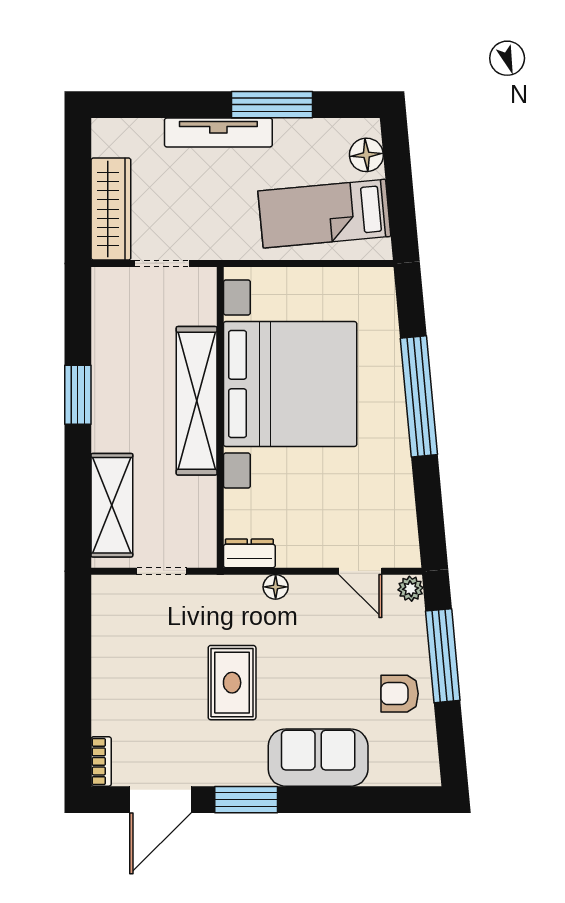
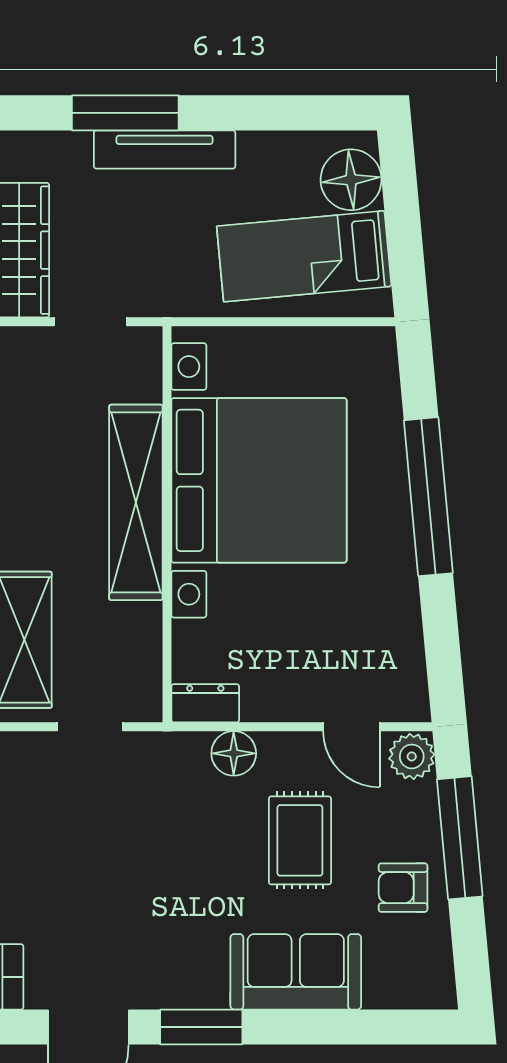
window: (272, 105) -> (125, 113), moved
floor lamp: (366, 155) -> (351, 180), width x1.38, depth x1.38
floor lamp: (276, 587) -> (234, 753), width x1.37, depth x1.37
plant: (411, 589) -> (412, 756), width x1.38, depth x1.38
rug: (232, 683) -> (300, 840), moved

